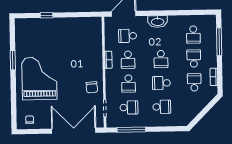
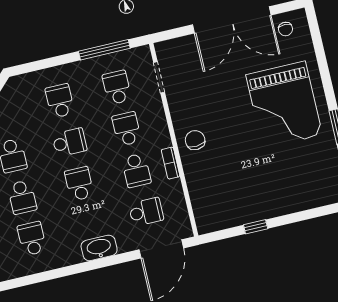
window: (47, 15) -> (256, 227), moved
school desk: (128, 60) -> (136, 170), turned 180
chair: (92, 87) -> (195, 140), moved
school desk: (129, 107) -> (117, 87), turned 90
school desk: (162, 107) -> (60, 101), turned 90
double door: (74, 131) -> (232, 20), moved

